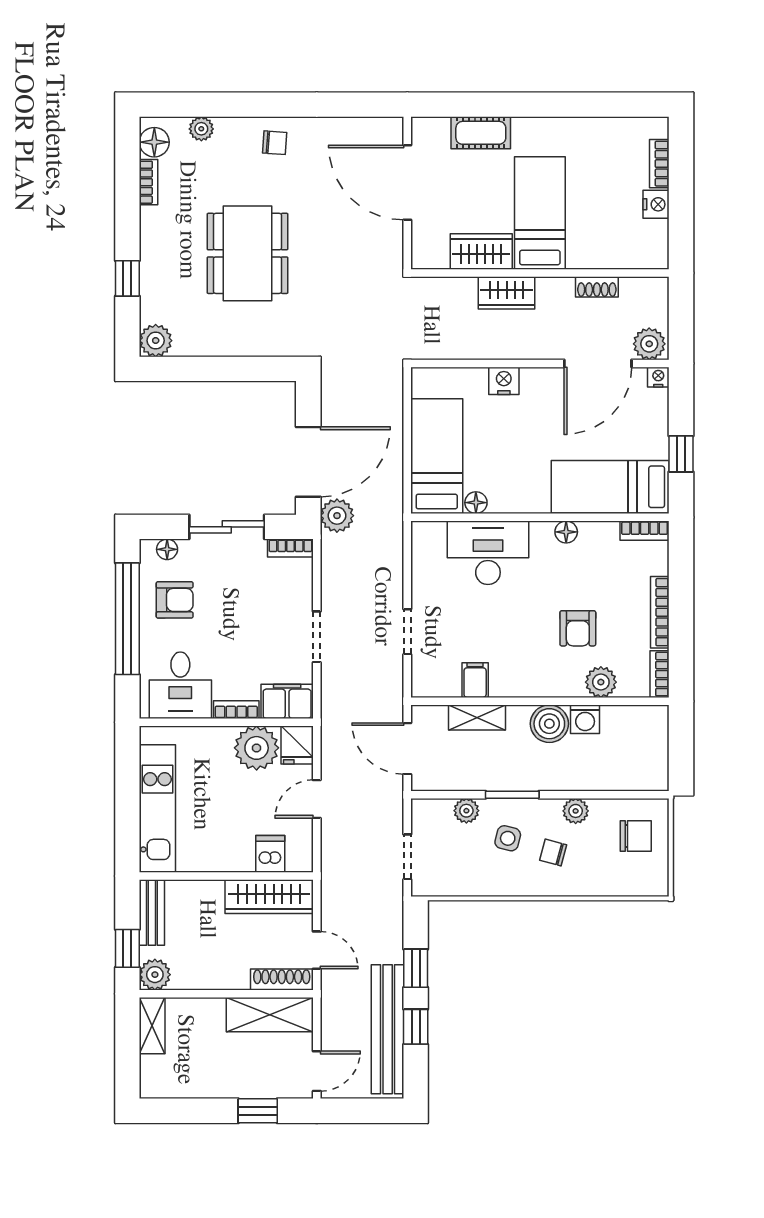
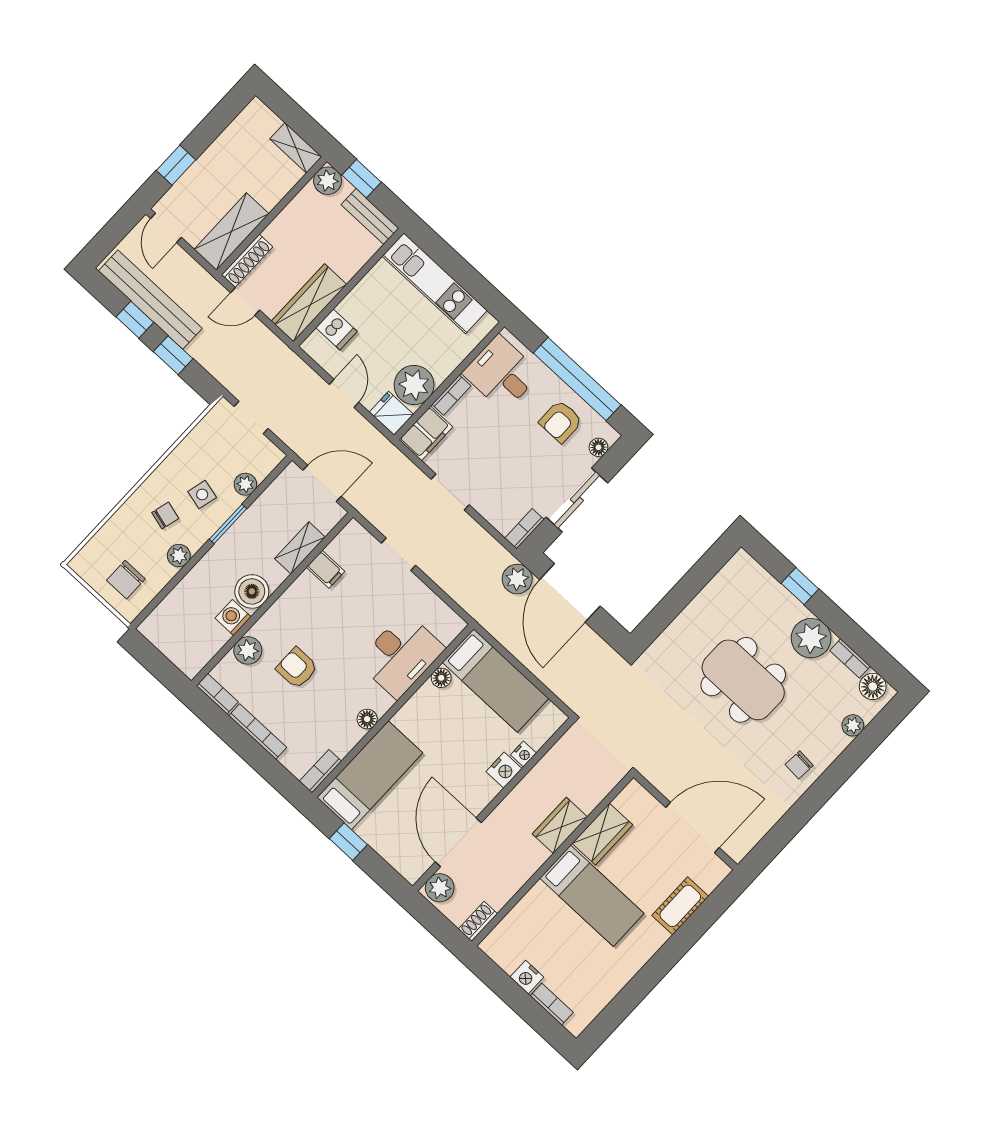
shoe rack: (597, 287) -> (478, 921), moved
plant: (156, 341) -> (811, 638), moved, width x1.36, depth x1.36
nightstand: (658, 377) -> (523, 754), moved

